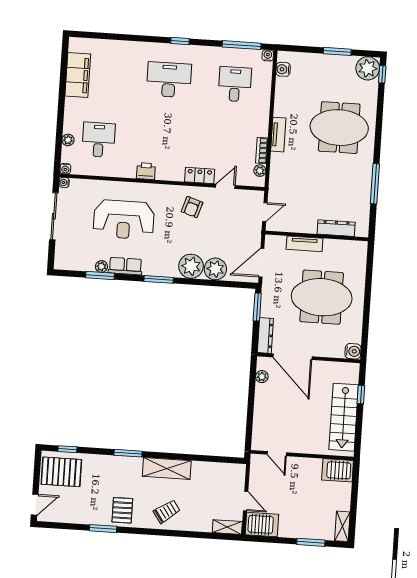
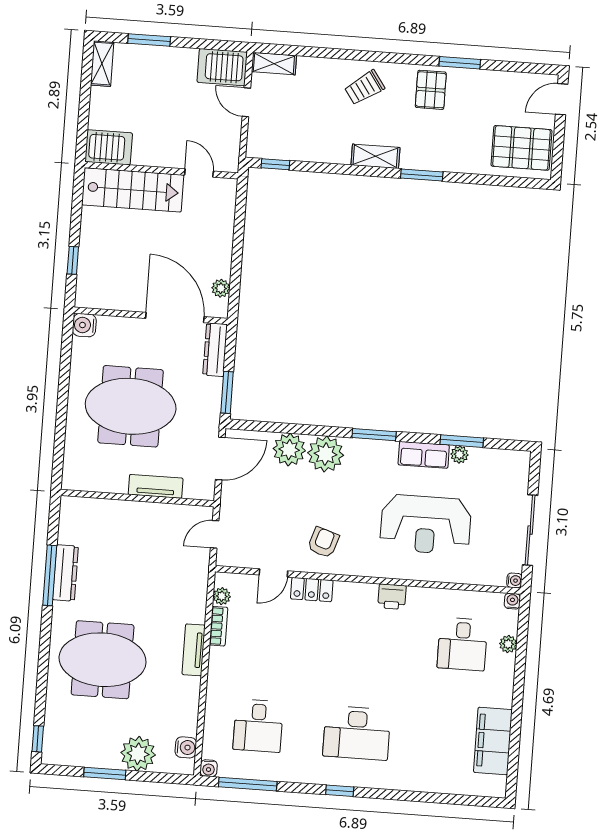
plant: (368, 68) -> (138, 754), moved
reception desk: (124, 220) -> (426, 524), turned 180
dresser: (336, 228) -> (65, 573), moved, turned -90
stairs: (344, 417) -> (133, 190), moved, turned 90
window: (67, 449) -> (275, 164), moved
shelving: (167, 468) -> (375, 156), width x0.67, depth x0.75

